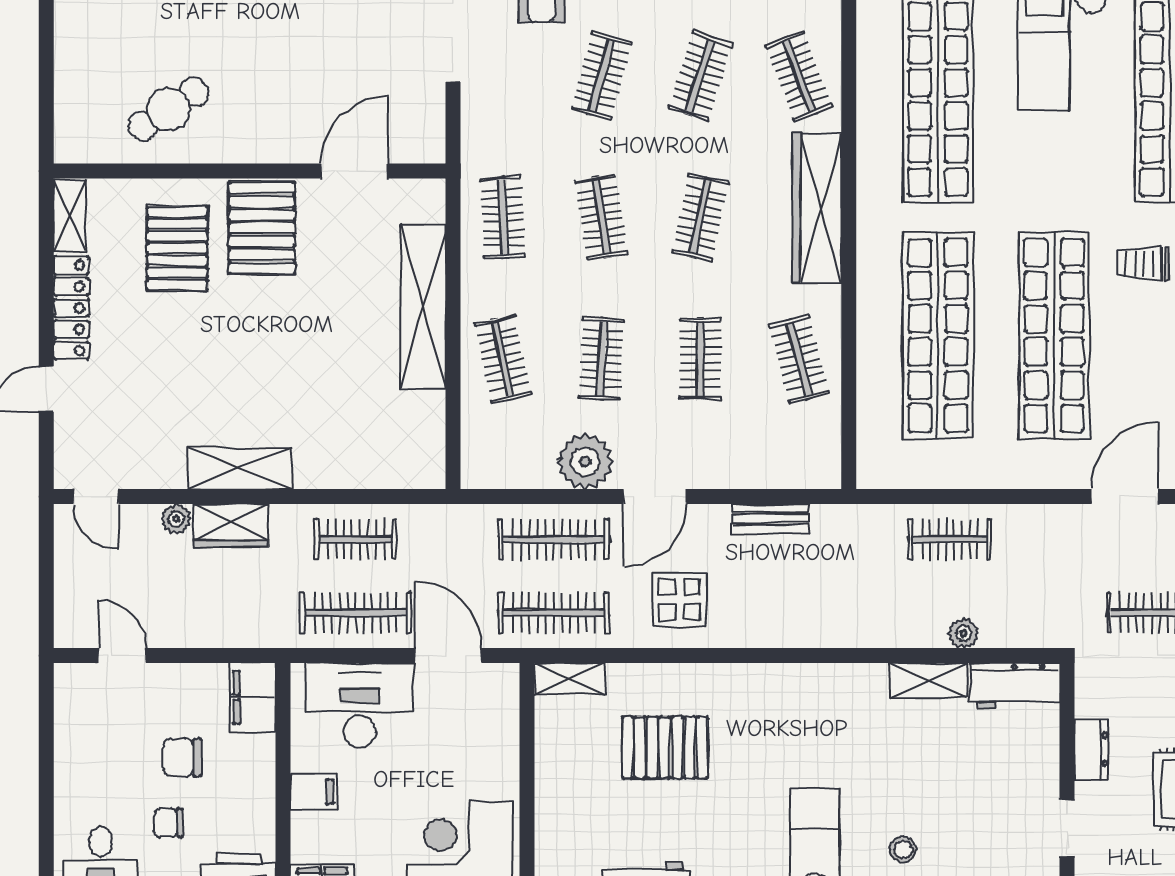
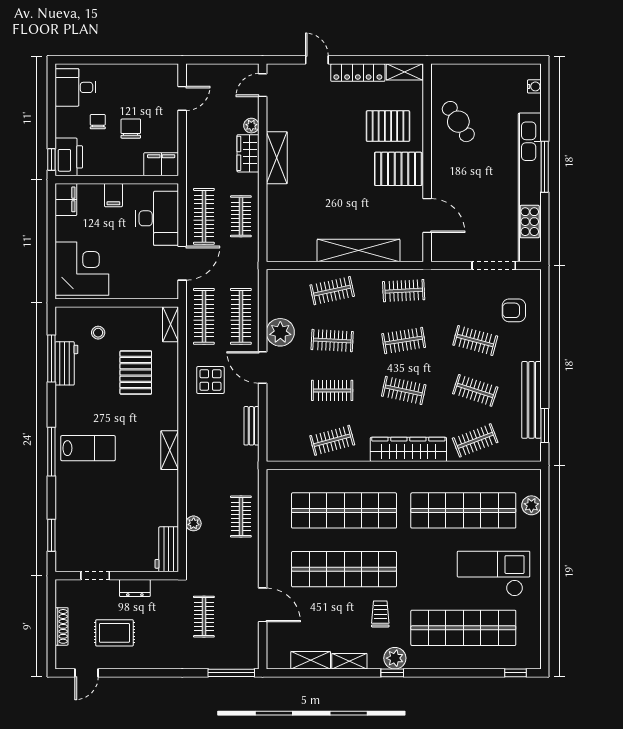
shelving: (928, 680) -> (170, 450), moved
stool: (903, 850) -> (98, 333), moved

